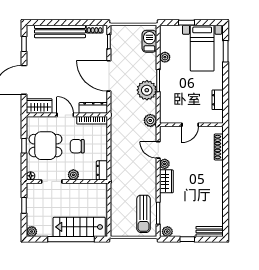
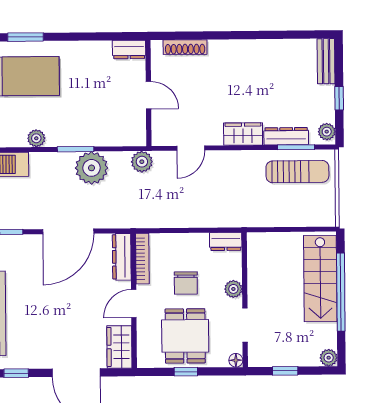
dresser: (218, 100) -> (129, 50), moved
plant: (165, 164) -> (214, 137), removed
dresser: (165, 207) -> (286, 136), added

